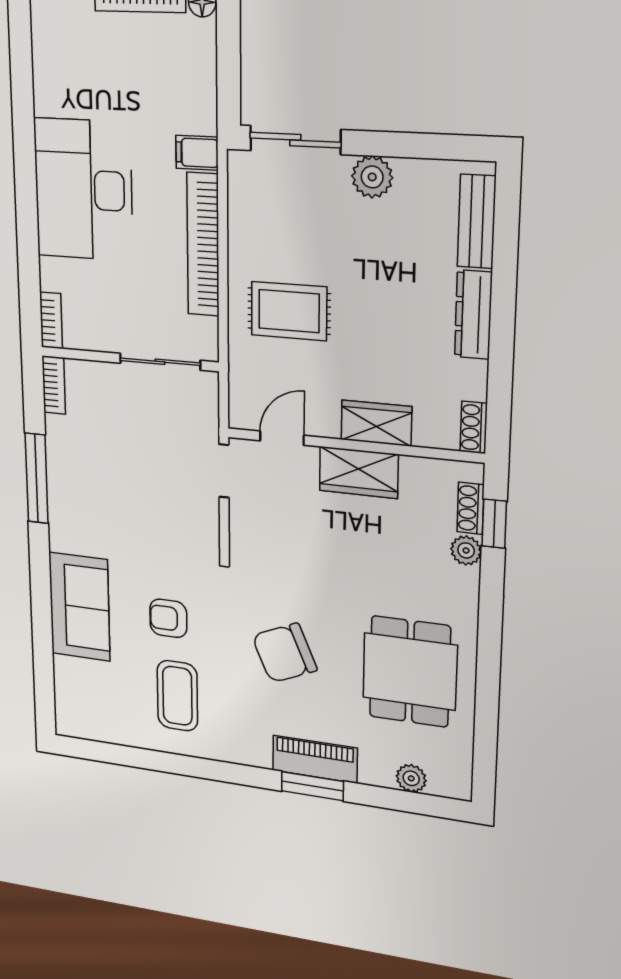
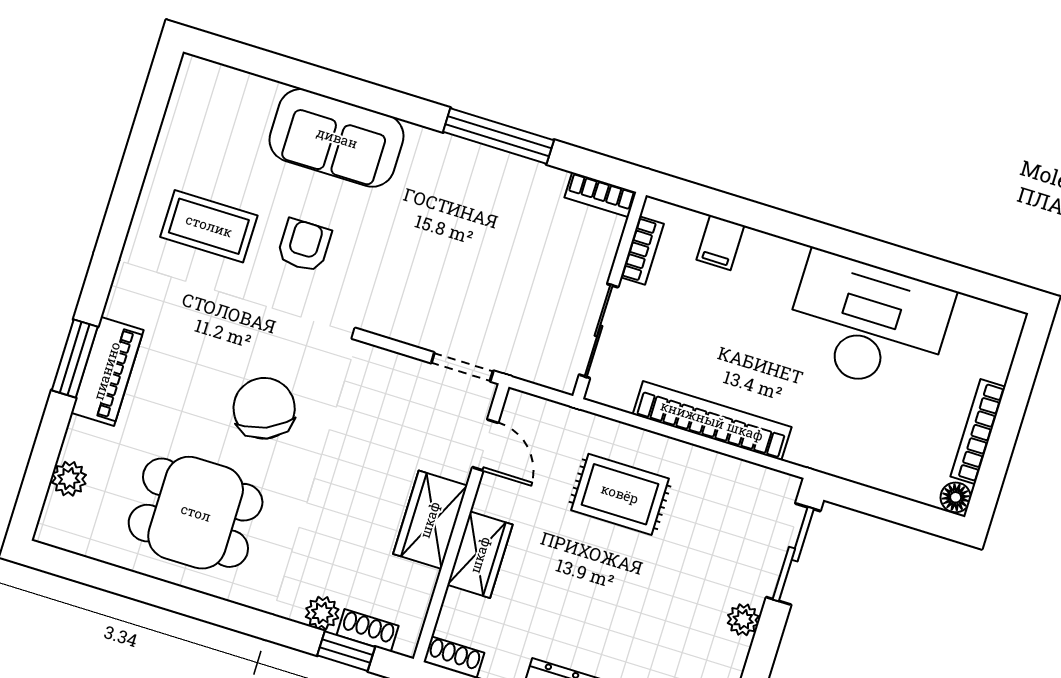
filing cabinet: (197, 153) -> (720, 243), moved, turned 180
plant: (372, 177) -> (743, 620), width x0.73, depth x0.73
desk: (83, 190) -> (868, 323), moved
rug: (289, 311) -> (620, 494), turned 90
bookcase: (51, 320) -> (642, 250), moved, turned -90
chair: (284, 653) -> (264, 408), moved

